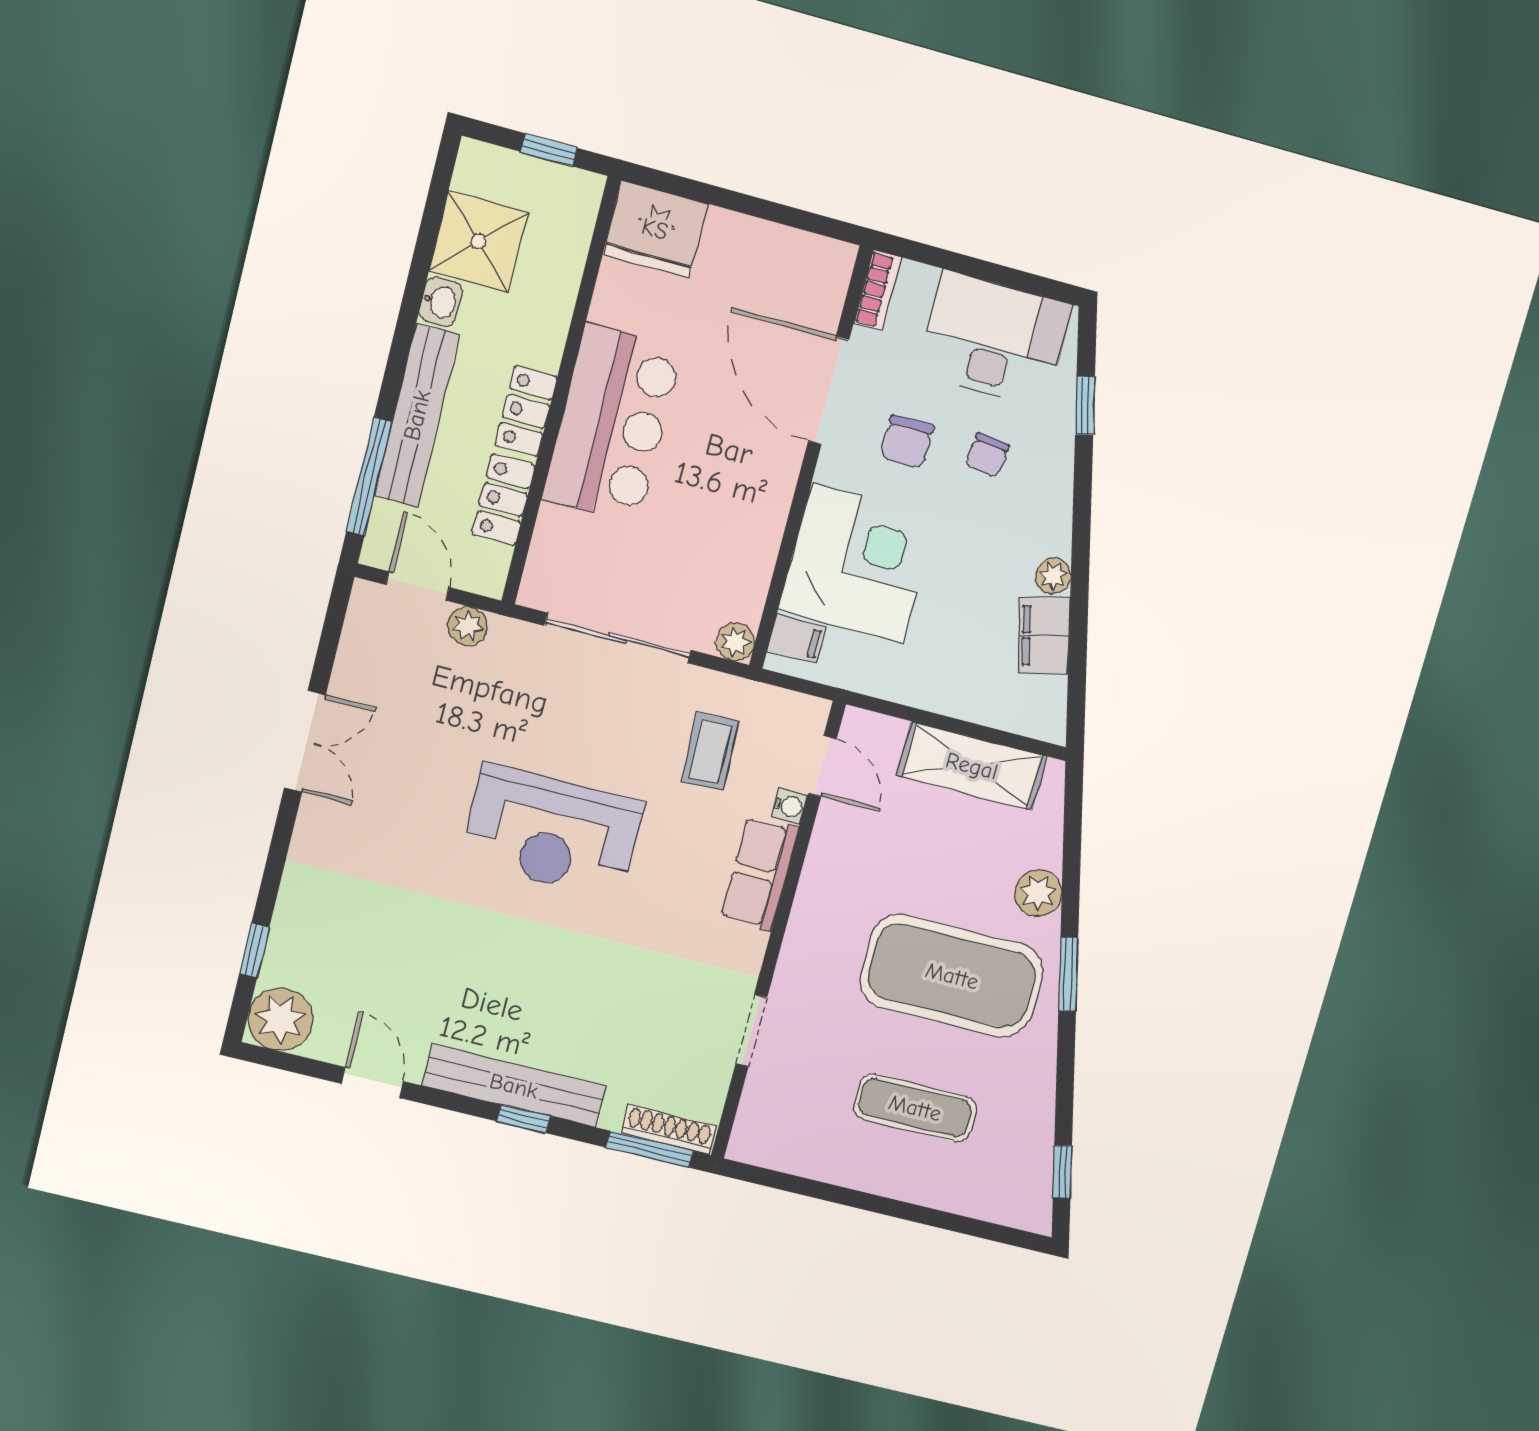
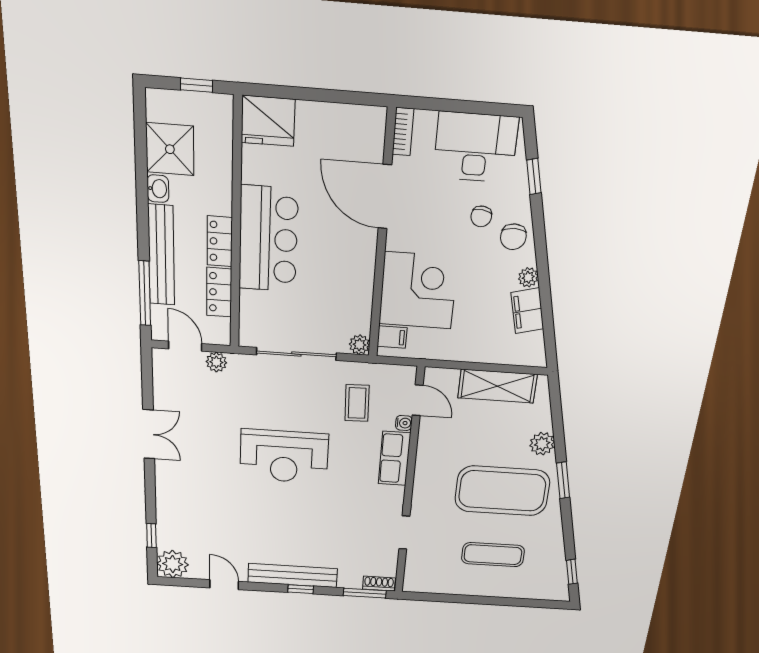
chair: (907, 441) -> (513, 237), moved
shoe rack: (669, 1130) -> (379, 583), width x0.70

